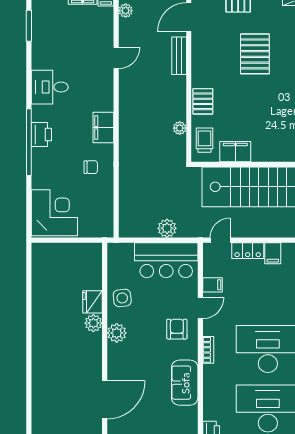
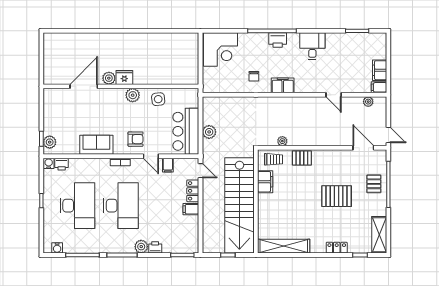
bench: (179, 56) -> (335, 141), removed
fridge: (93, 302) -> (124, 77), moved
plant: (93, 323) -> (109, 78), moved
door: (105, 400) -> (84, 86), swing flipped

